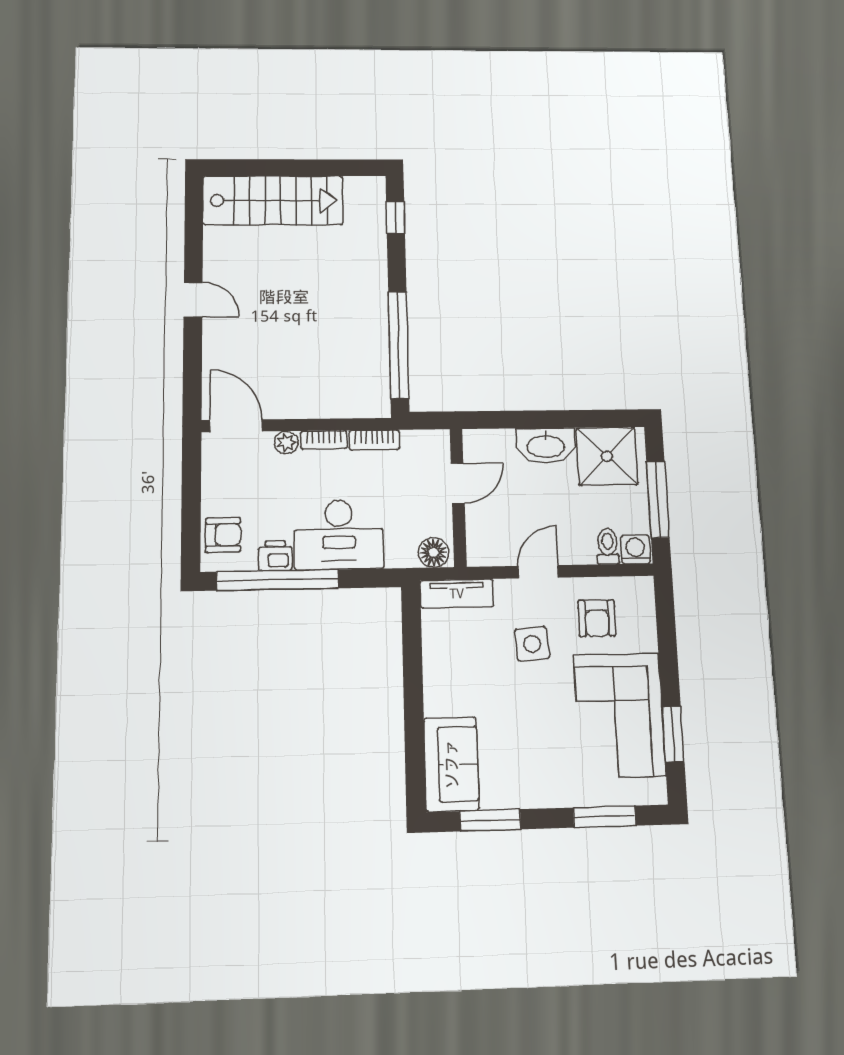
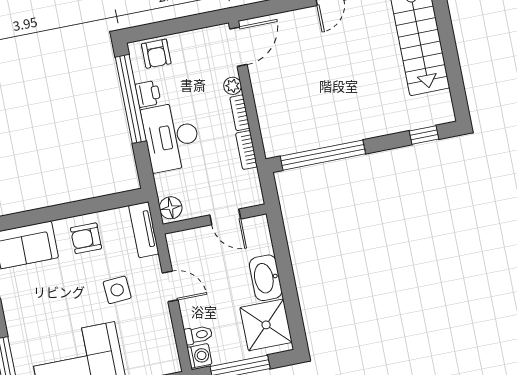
armchair: (597, 618) -> (86, 238), moved

